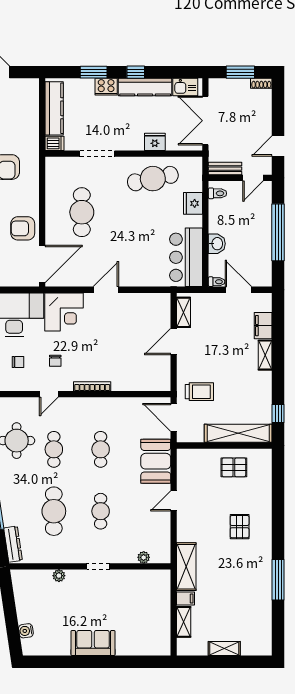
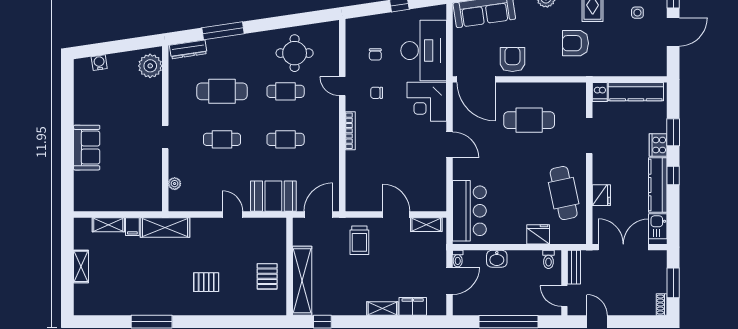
bar counter: (186, 257) -> (469, 211), moved, turned 90
trolley: (199, 392) -> (359, 240), moved
plant: (59, 576) -> (150, 66), moved, width x1.87, depth x1.87
sofa: (93, 643) -> (87, 148), moved

